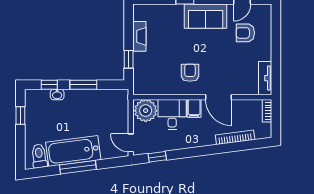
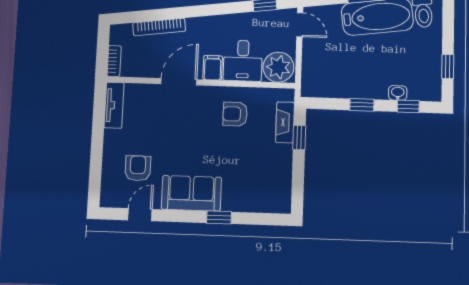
armchair: (245, 33) -> (138, 168), turned -90
fireplace: (139, 36) -> (285, 122), moved
armchair: (190, 73) -> (235, 114), moved, turned 90
window: (83, 85) -> (362, 105), width x0.67
door: (219, 97) -> (179, 82), hinge flipped

